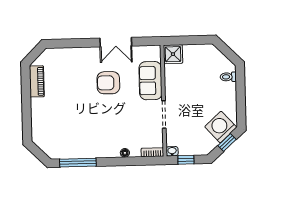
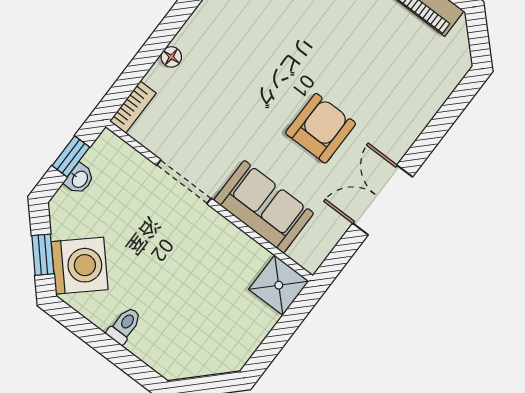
toilet: (228, 77) -> (124, 325), moved
washbasin: (172, 151) -> (79, 179), moved

